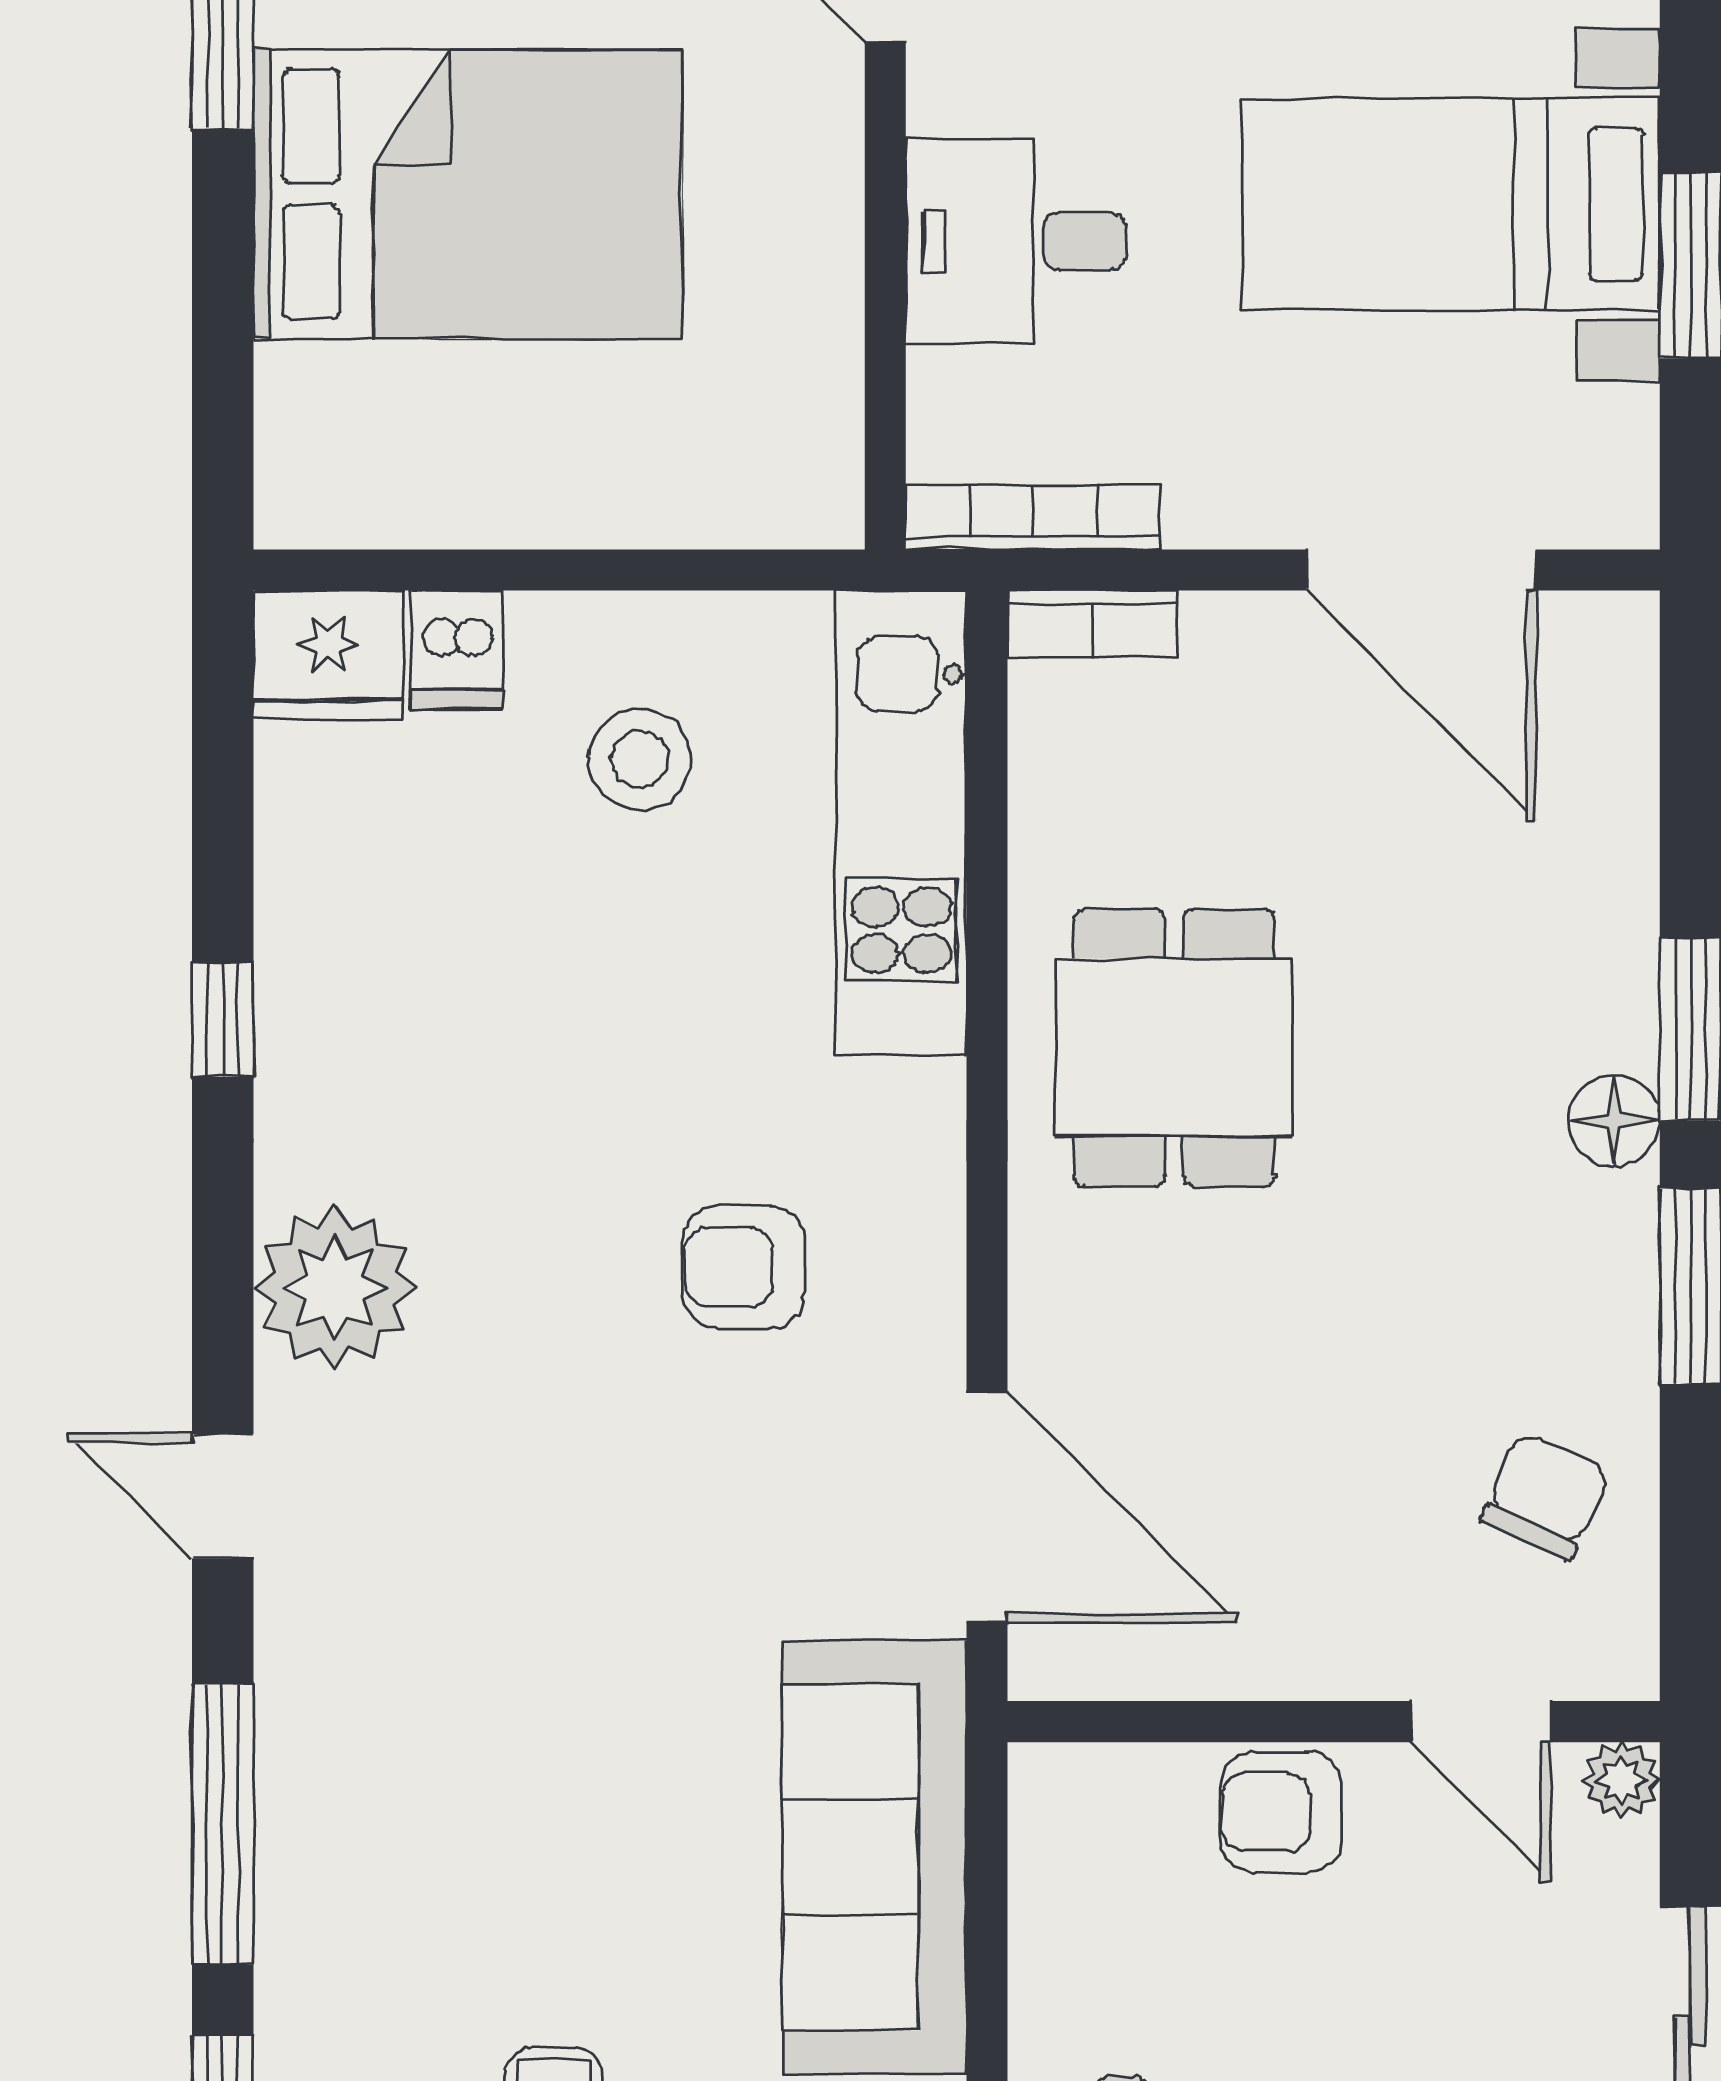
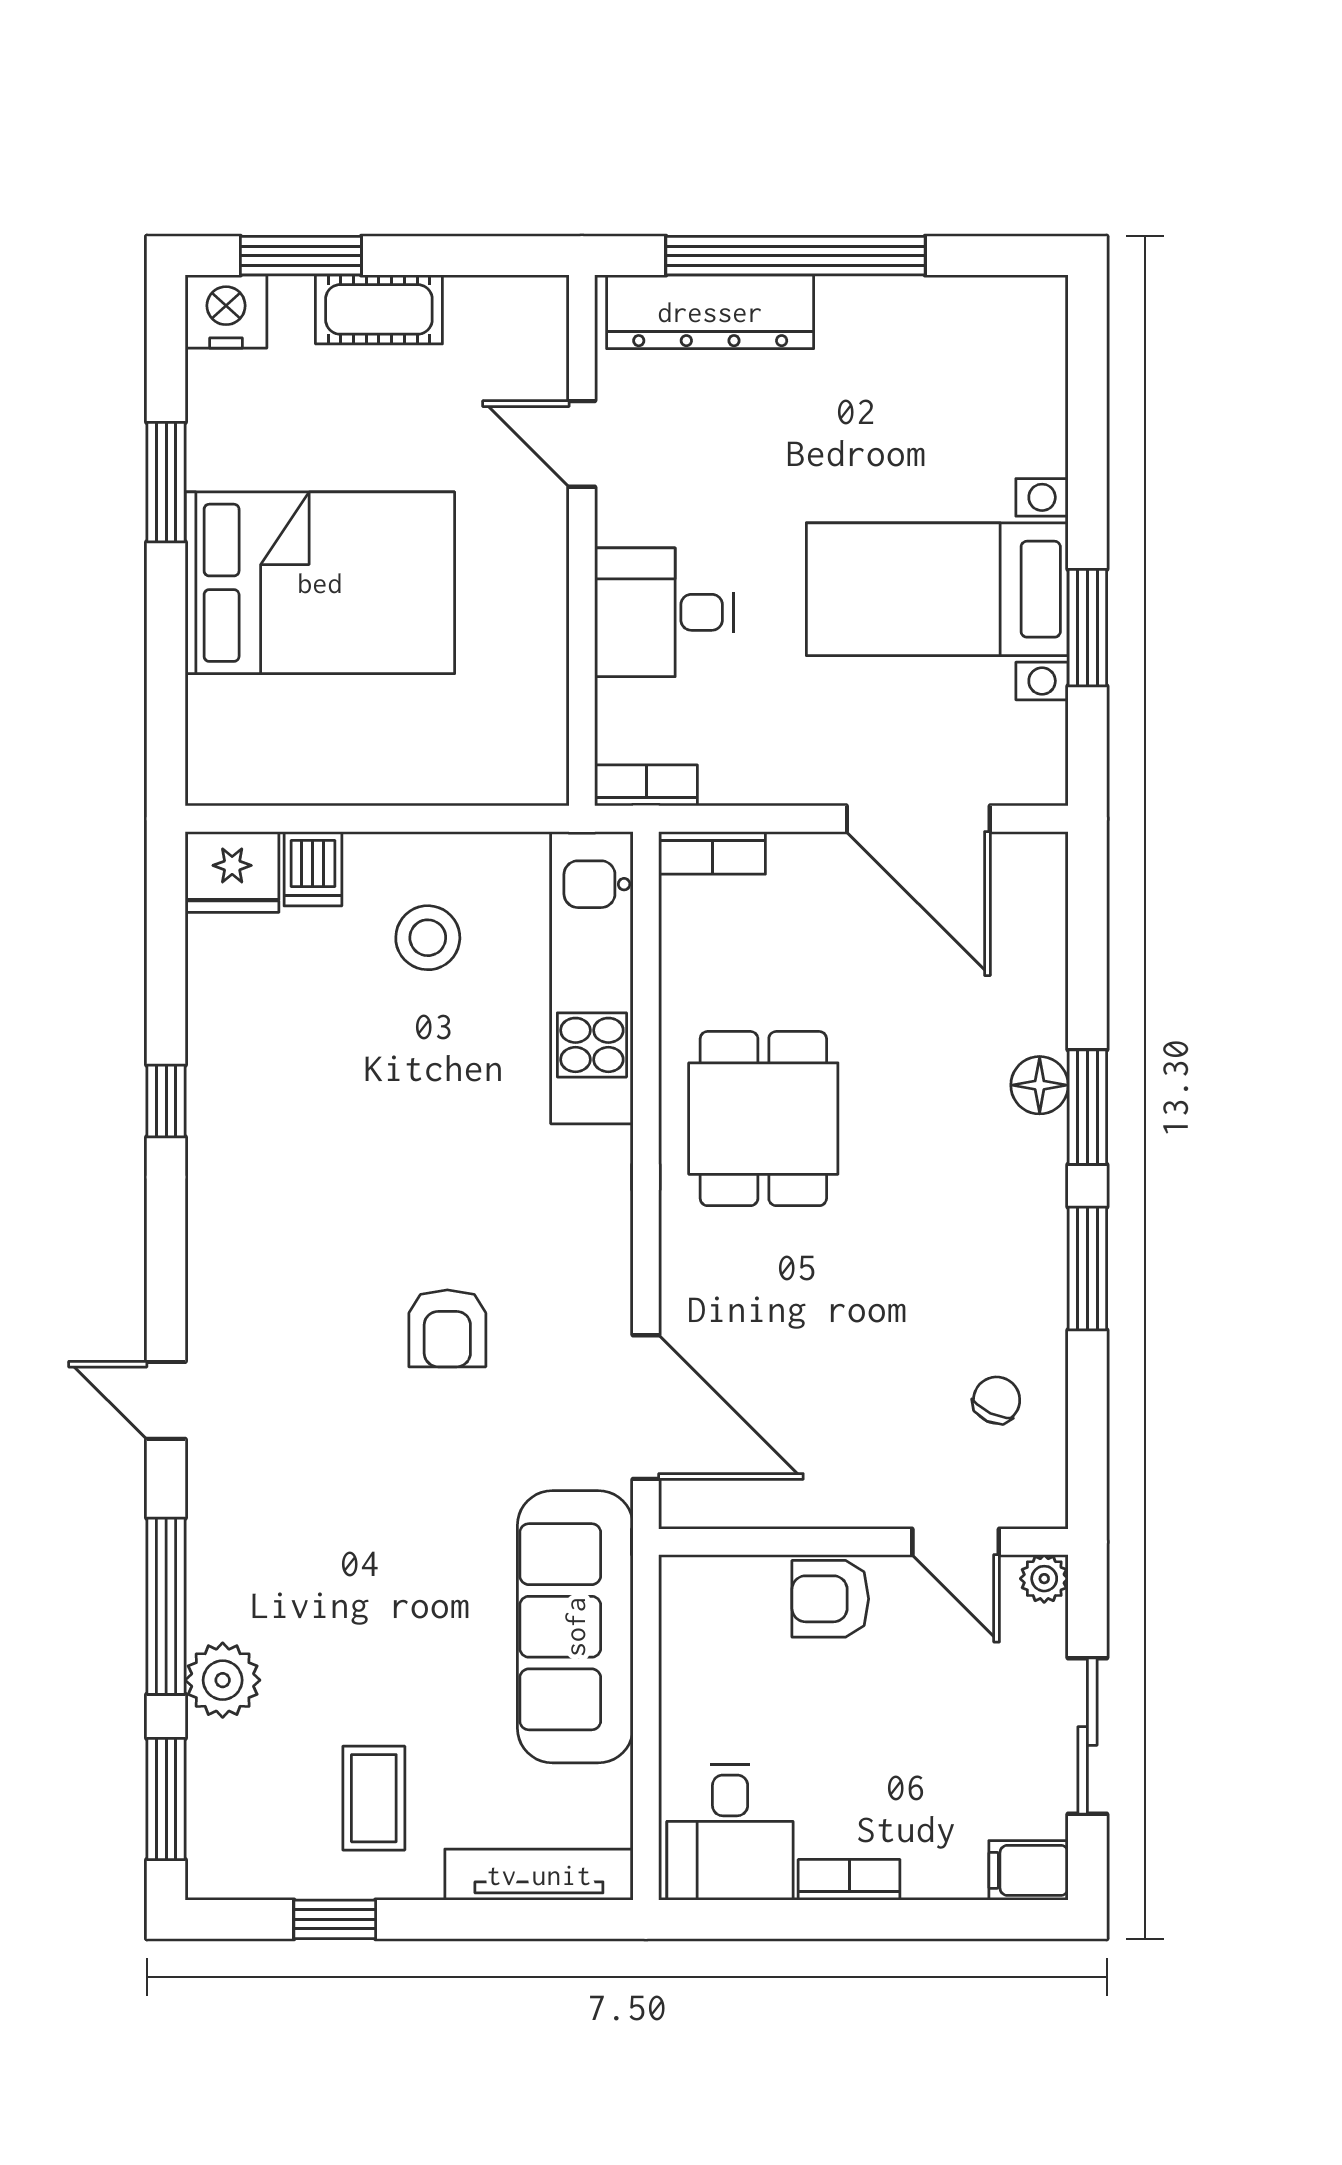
bookcase: (1033, 517) -> (646, 785), width x0.64
floor lamp: (1614, 1121) -> (1040, 1085), moved
armchair: (744, 1267) -> (447, 1328), moved, turned -90
plant: (335, 1288) -> (223, 1680), moved, width x0.73, depth x0.73
chair: (1546, 1496) -> (997, 1400), width x0.73, depth x0.73

